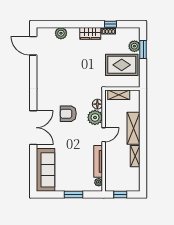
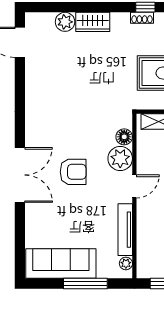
wardrobe: (90, 33) -> (93, 22), moved
armchair: (68, 114) -> (73, 172), moved, turned 180
sofa: (45, 170) -> (61, 264), moved, turned -90
window: (73, 195) -> (85, 284), width x1.44

